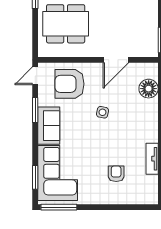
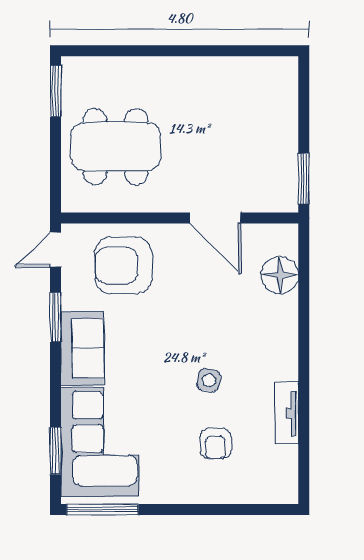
door: (116, 60) -> (215, 218), hinge flipped
side table: (102, 112) -> (209, 380), moved
armchair: (116, 174) -> (216, 443), turned 180

